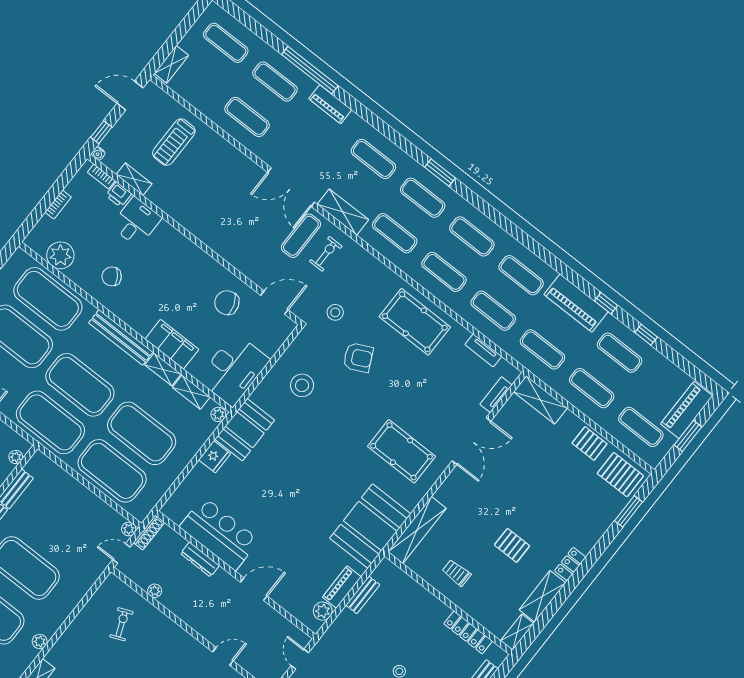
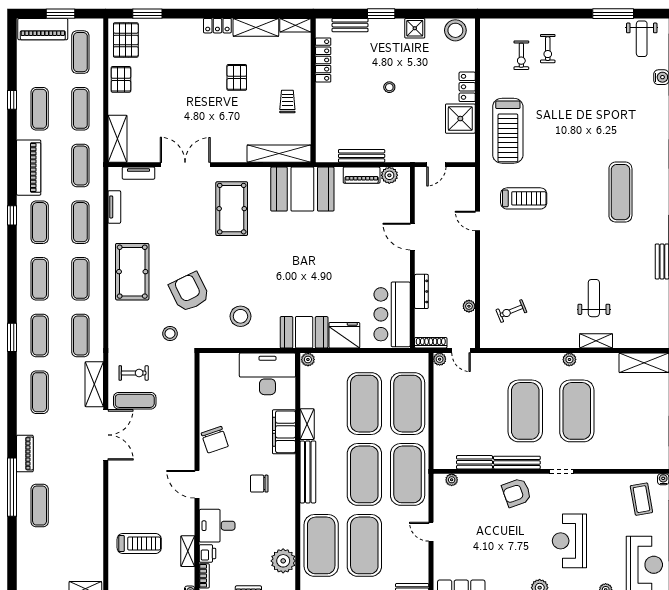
exercise mat: (226, 43) -> (40, 562), removed
exercise mat: (247, 117) -> (80, 506), removed
exercise bike: (326, 254) -> (134, 373), turned 180
chair: (112, 276) -> (259, 484), moved, turned 123
chair: (227, 303) -> (215, 440), moved
door: (274, 303) -> (197, 484), moved
window: (606, 303) -> (12, 215), moved
armchair: (358, 358) -> (189, 292), width x1.36, depth x1.36
shelving: (191, 392) -> (307, 391), removed
fridge: (214, 457) -> (344, 335), width x1.36, depth x1.34
bar counter: (219, 533) -> (392, 314), moved
trolley: (457, 573) -> (287, 102), turned 180
bench: (363, 595) -> (362, 156), width x1.36

